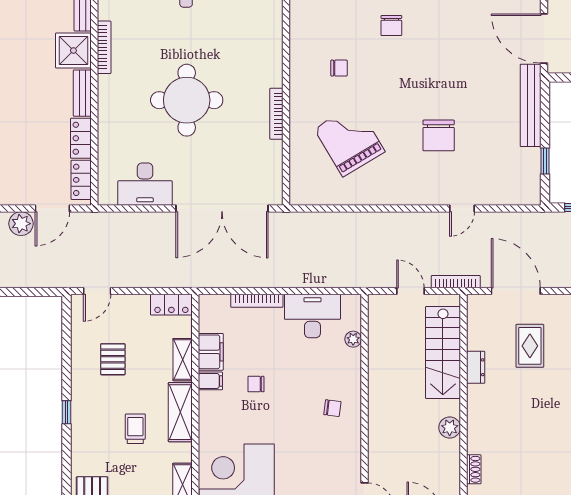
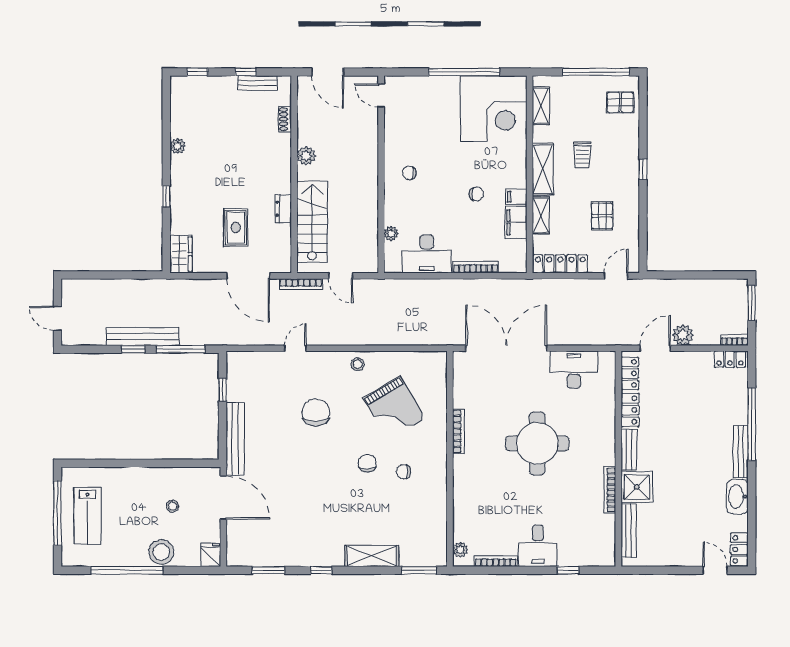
chair: (391, 26) -> (367, 463), moved
stool: (391, 190) -> (358, 364), added
locker: (171, 305) -> (560, 264), width x1.53

